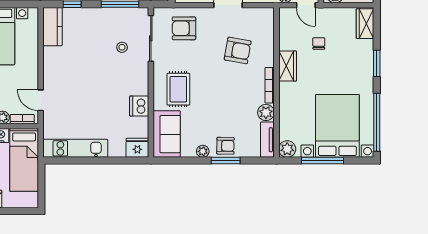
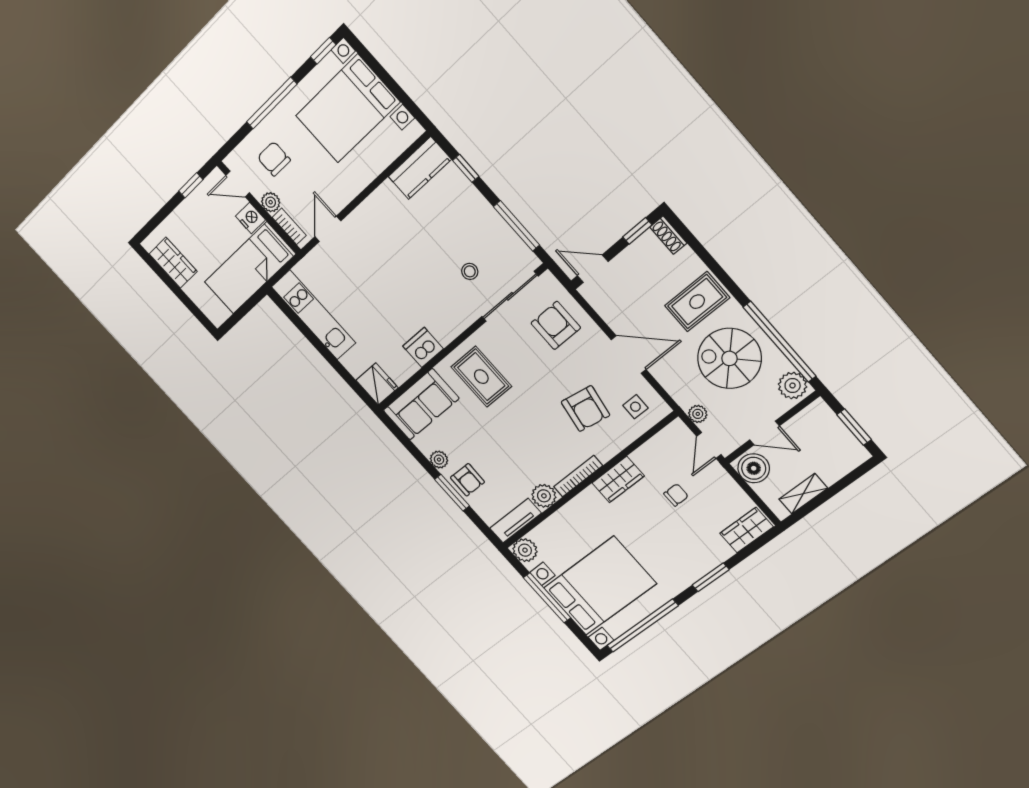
side table: (257, 25) -> (635, 407), added
rug: (178, 89) -> (481, 377), turned 90

